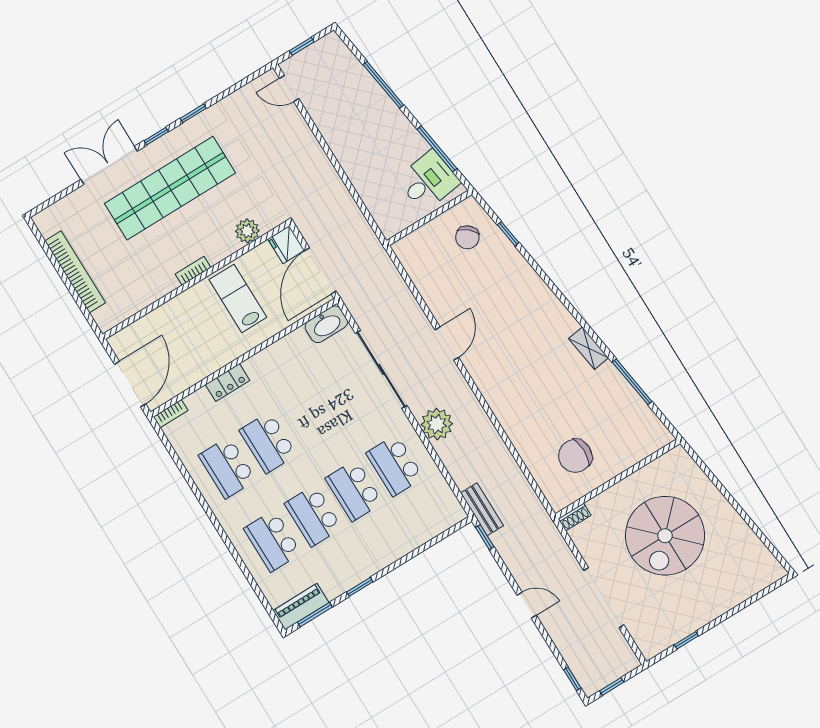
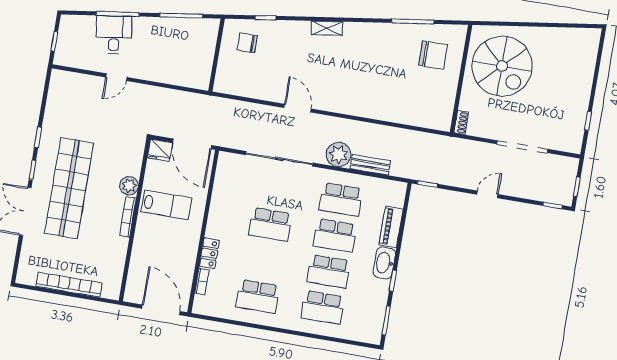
door: (289, 88) -> (116, 77), moved
desk: (428, 181) -> (114, 35), moved
plant: (247, 231) -> (129, 186), moved
chair: (467, 237) -> (247, 43), turned 139
bookcase: (193, 271) -> (128, 217), width x1.56
lab bench: (238, 298) -> (166, 205), turned 180
washbasin: (326, 324) -> (384, 263), moved, turned 180
shelving: (589, 348) -> (327, 28), moved
bookcase: (171, 414) -> (202, 282), moved
school desk: (268, 443) -> (270, 224), moved
chair: (575, 456) -> (433, 55), moved, turned -90
bench: (482, 509) -> (370, 165), moved
spiral stairs: (665, 536) -> (502, 66), moved
piano: (301, 607) -> (391, 227), moved

